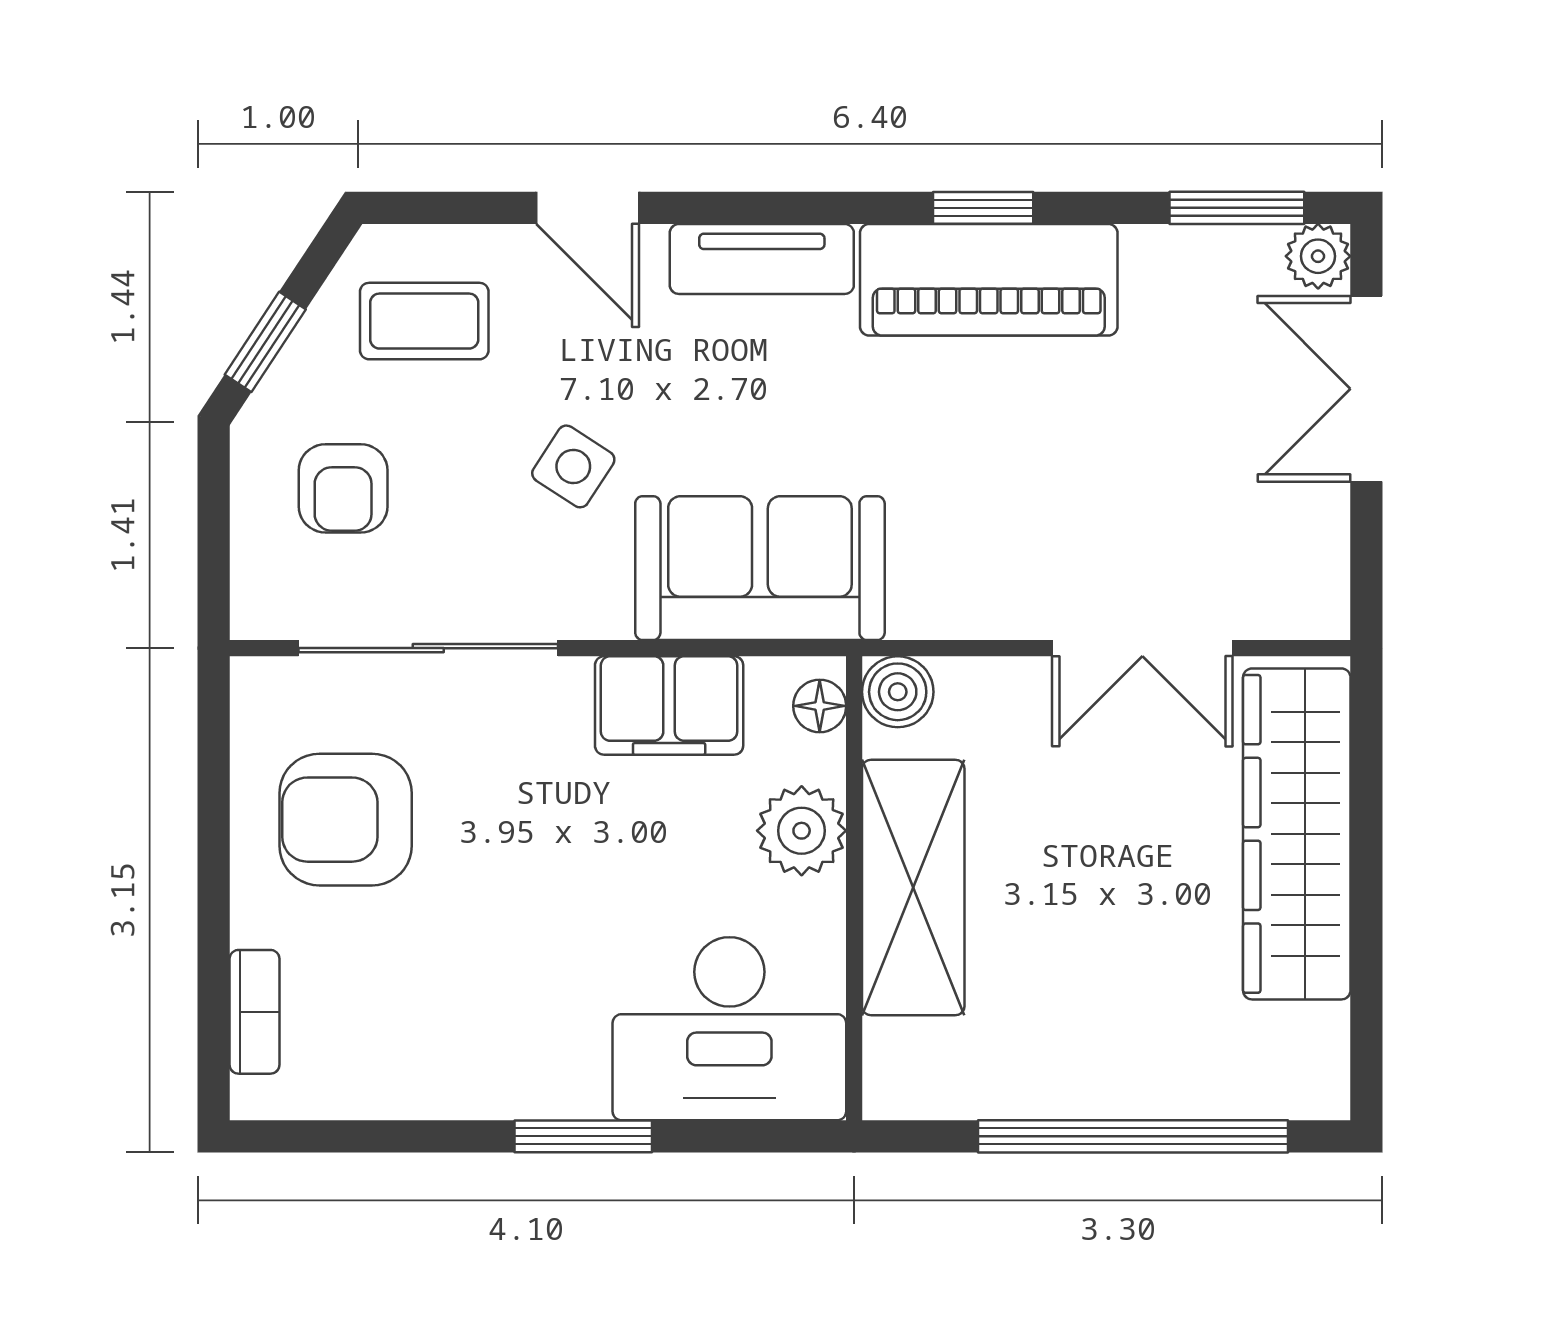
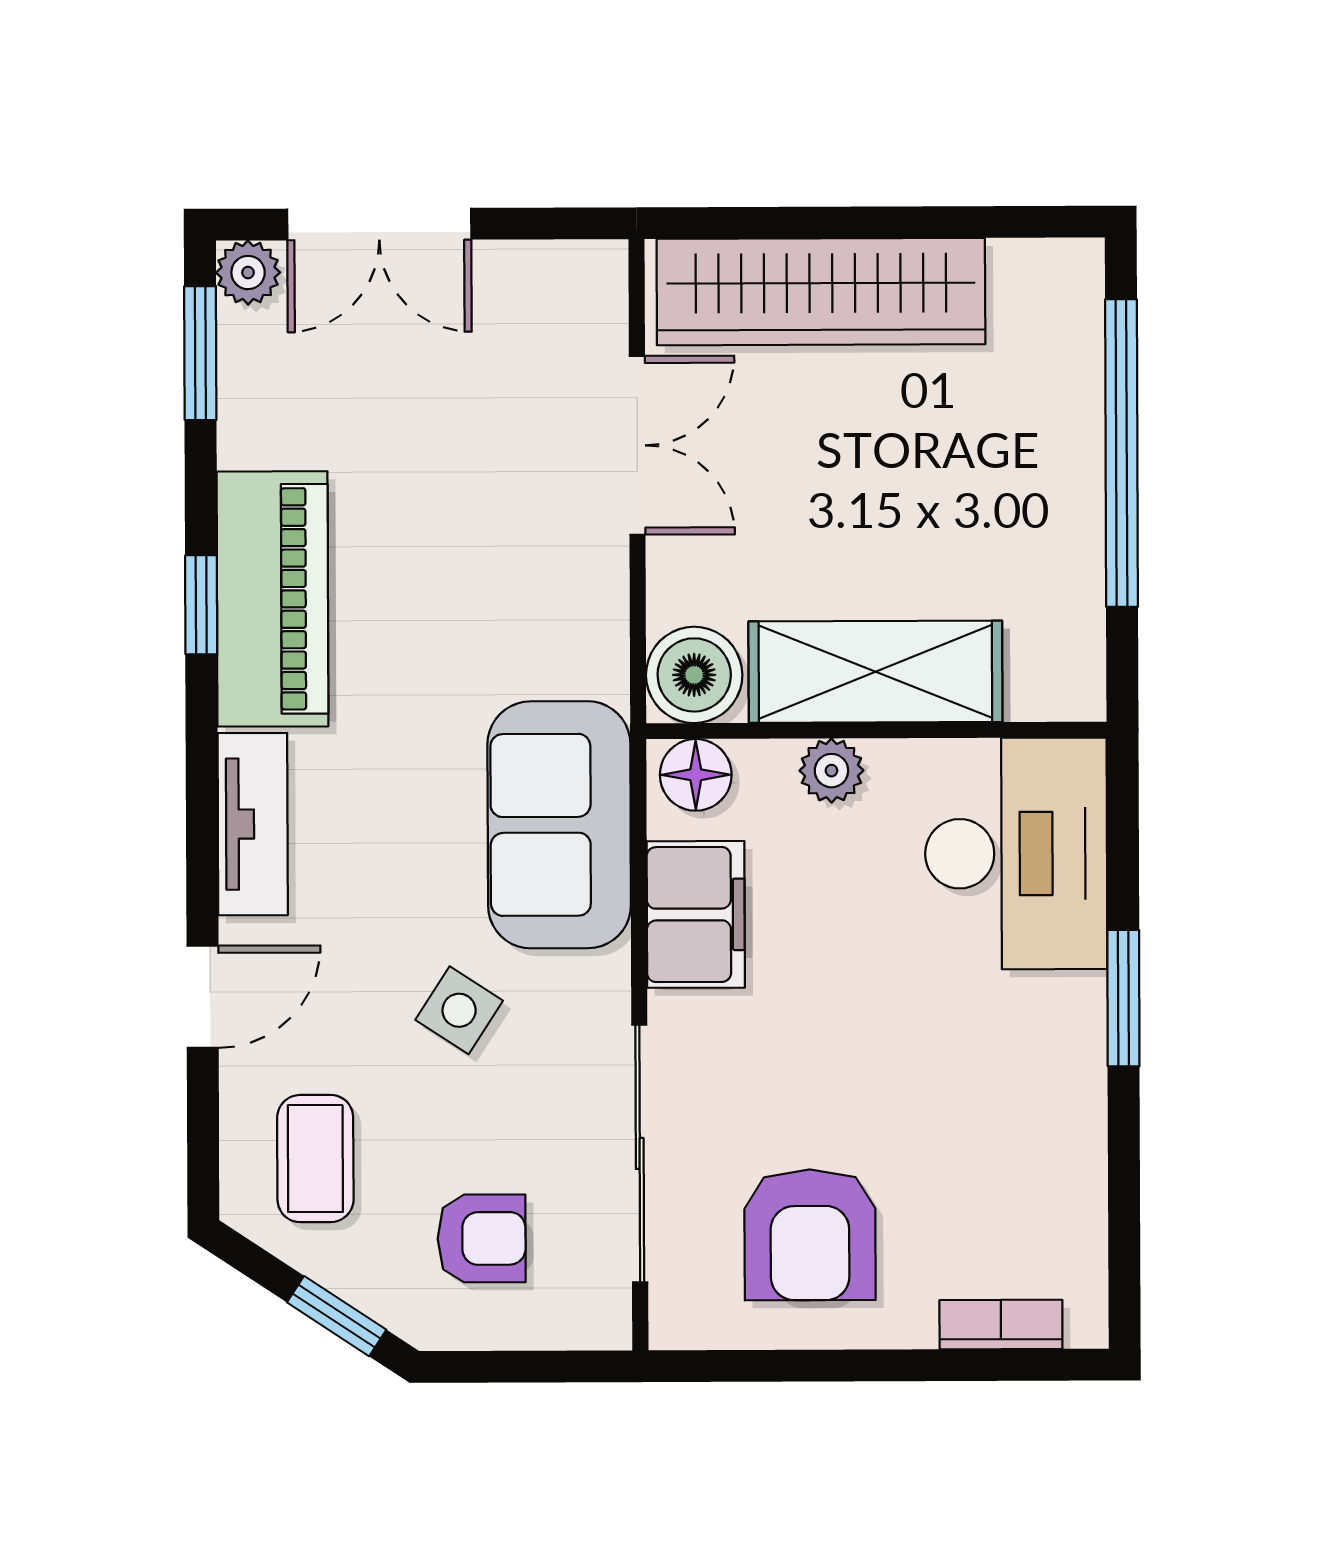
boiler: (898, 692) -> (694, 675), width x1.36, depth x1.36
floor lamp: (820, 706) -> (696, 775), width x1.37, depth x1.37
plant: (802, 831) -> (831, 771), width x0.73, depth x0.73

